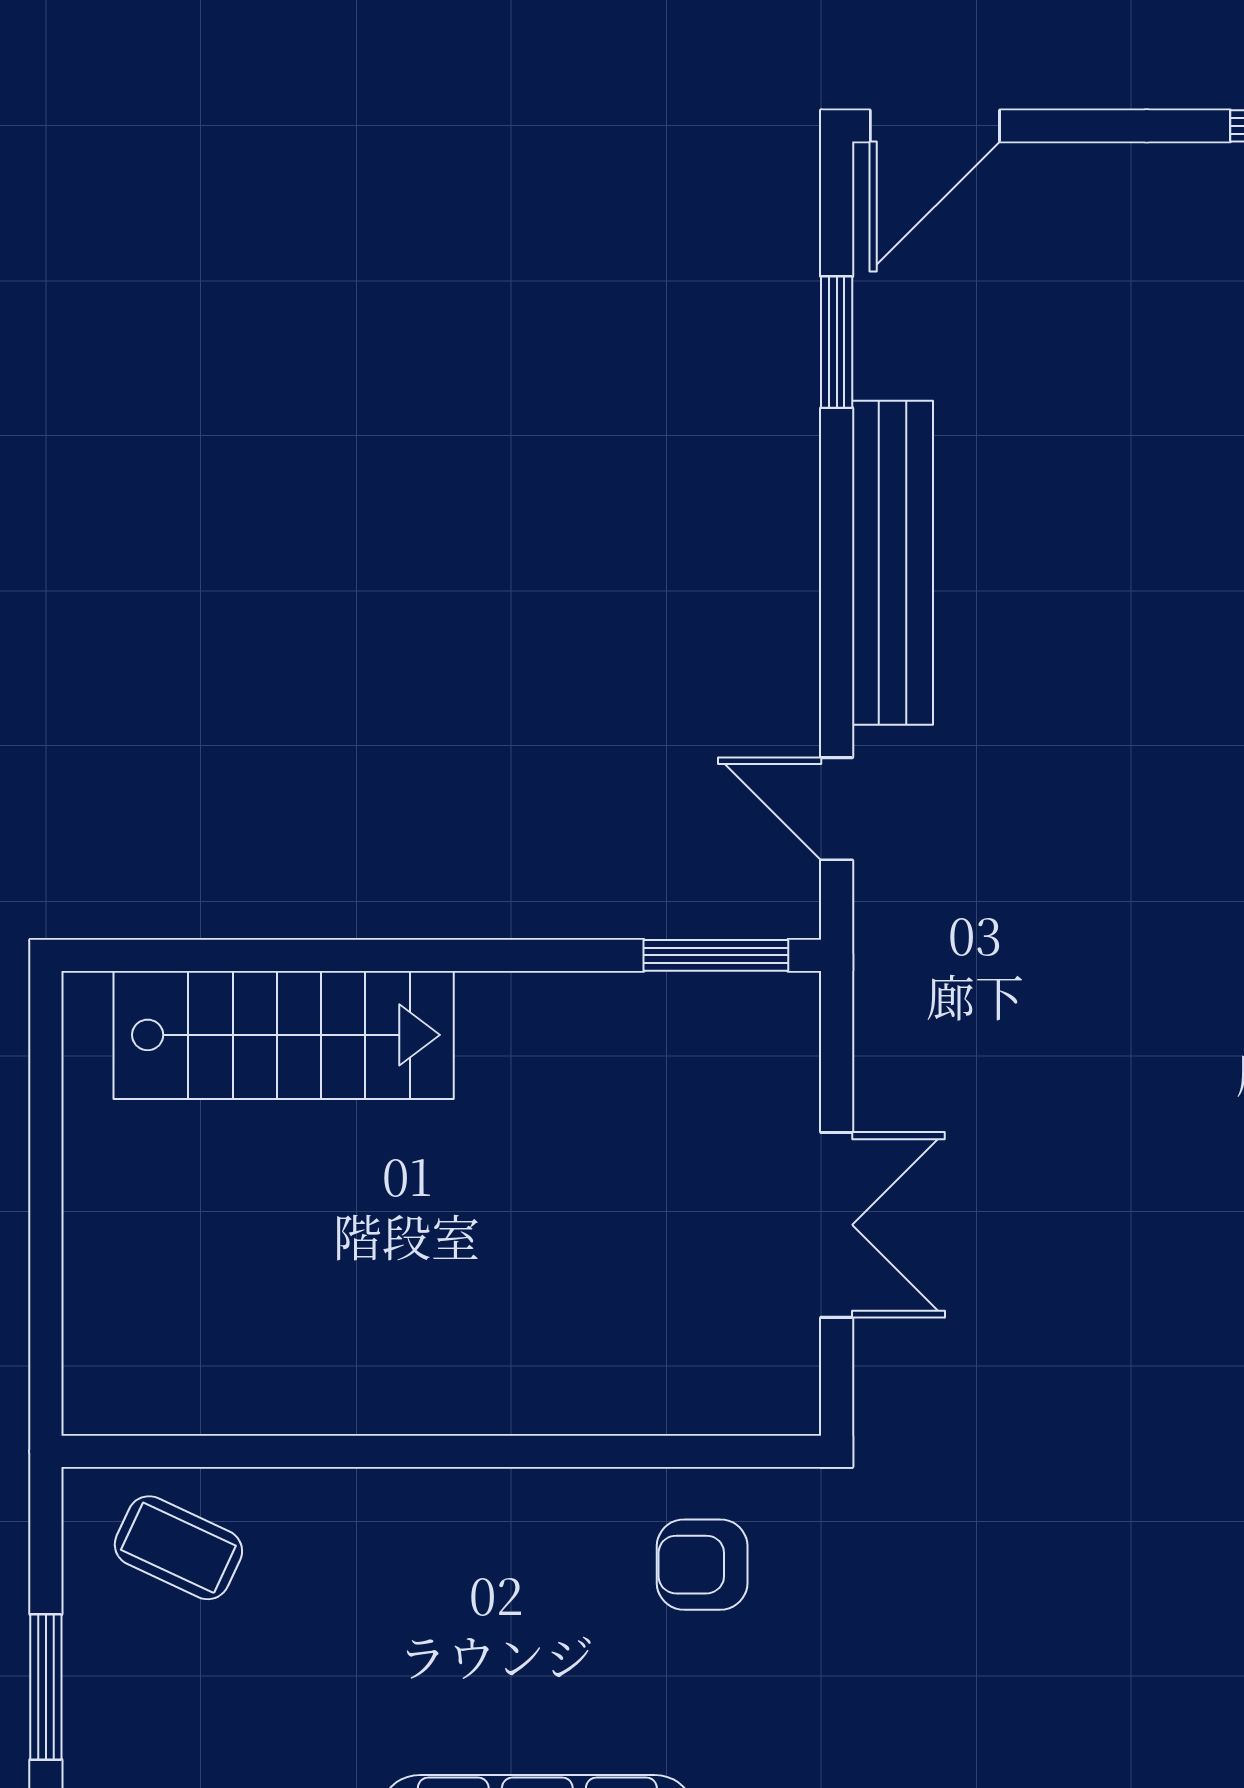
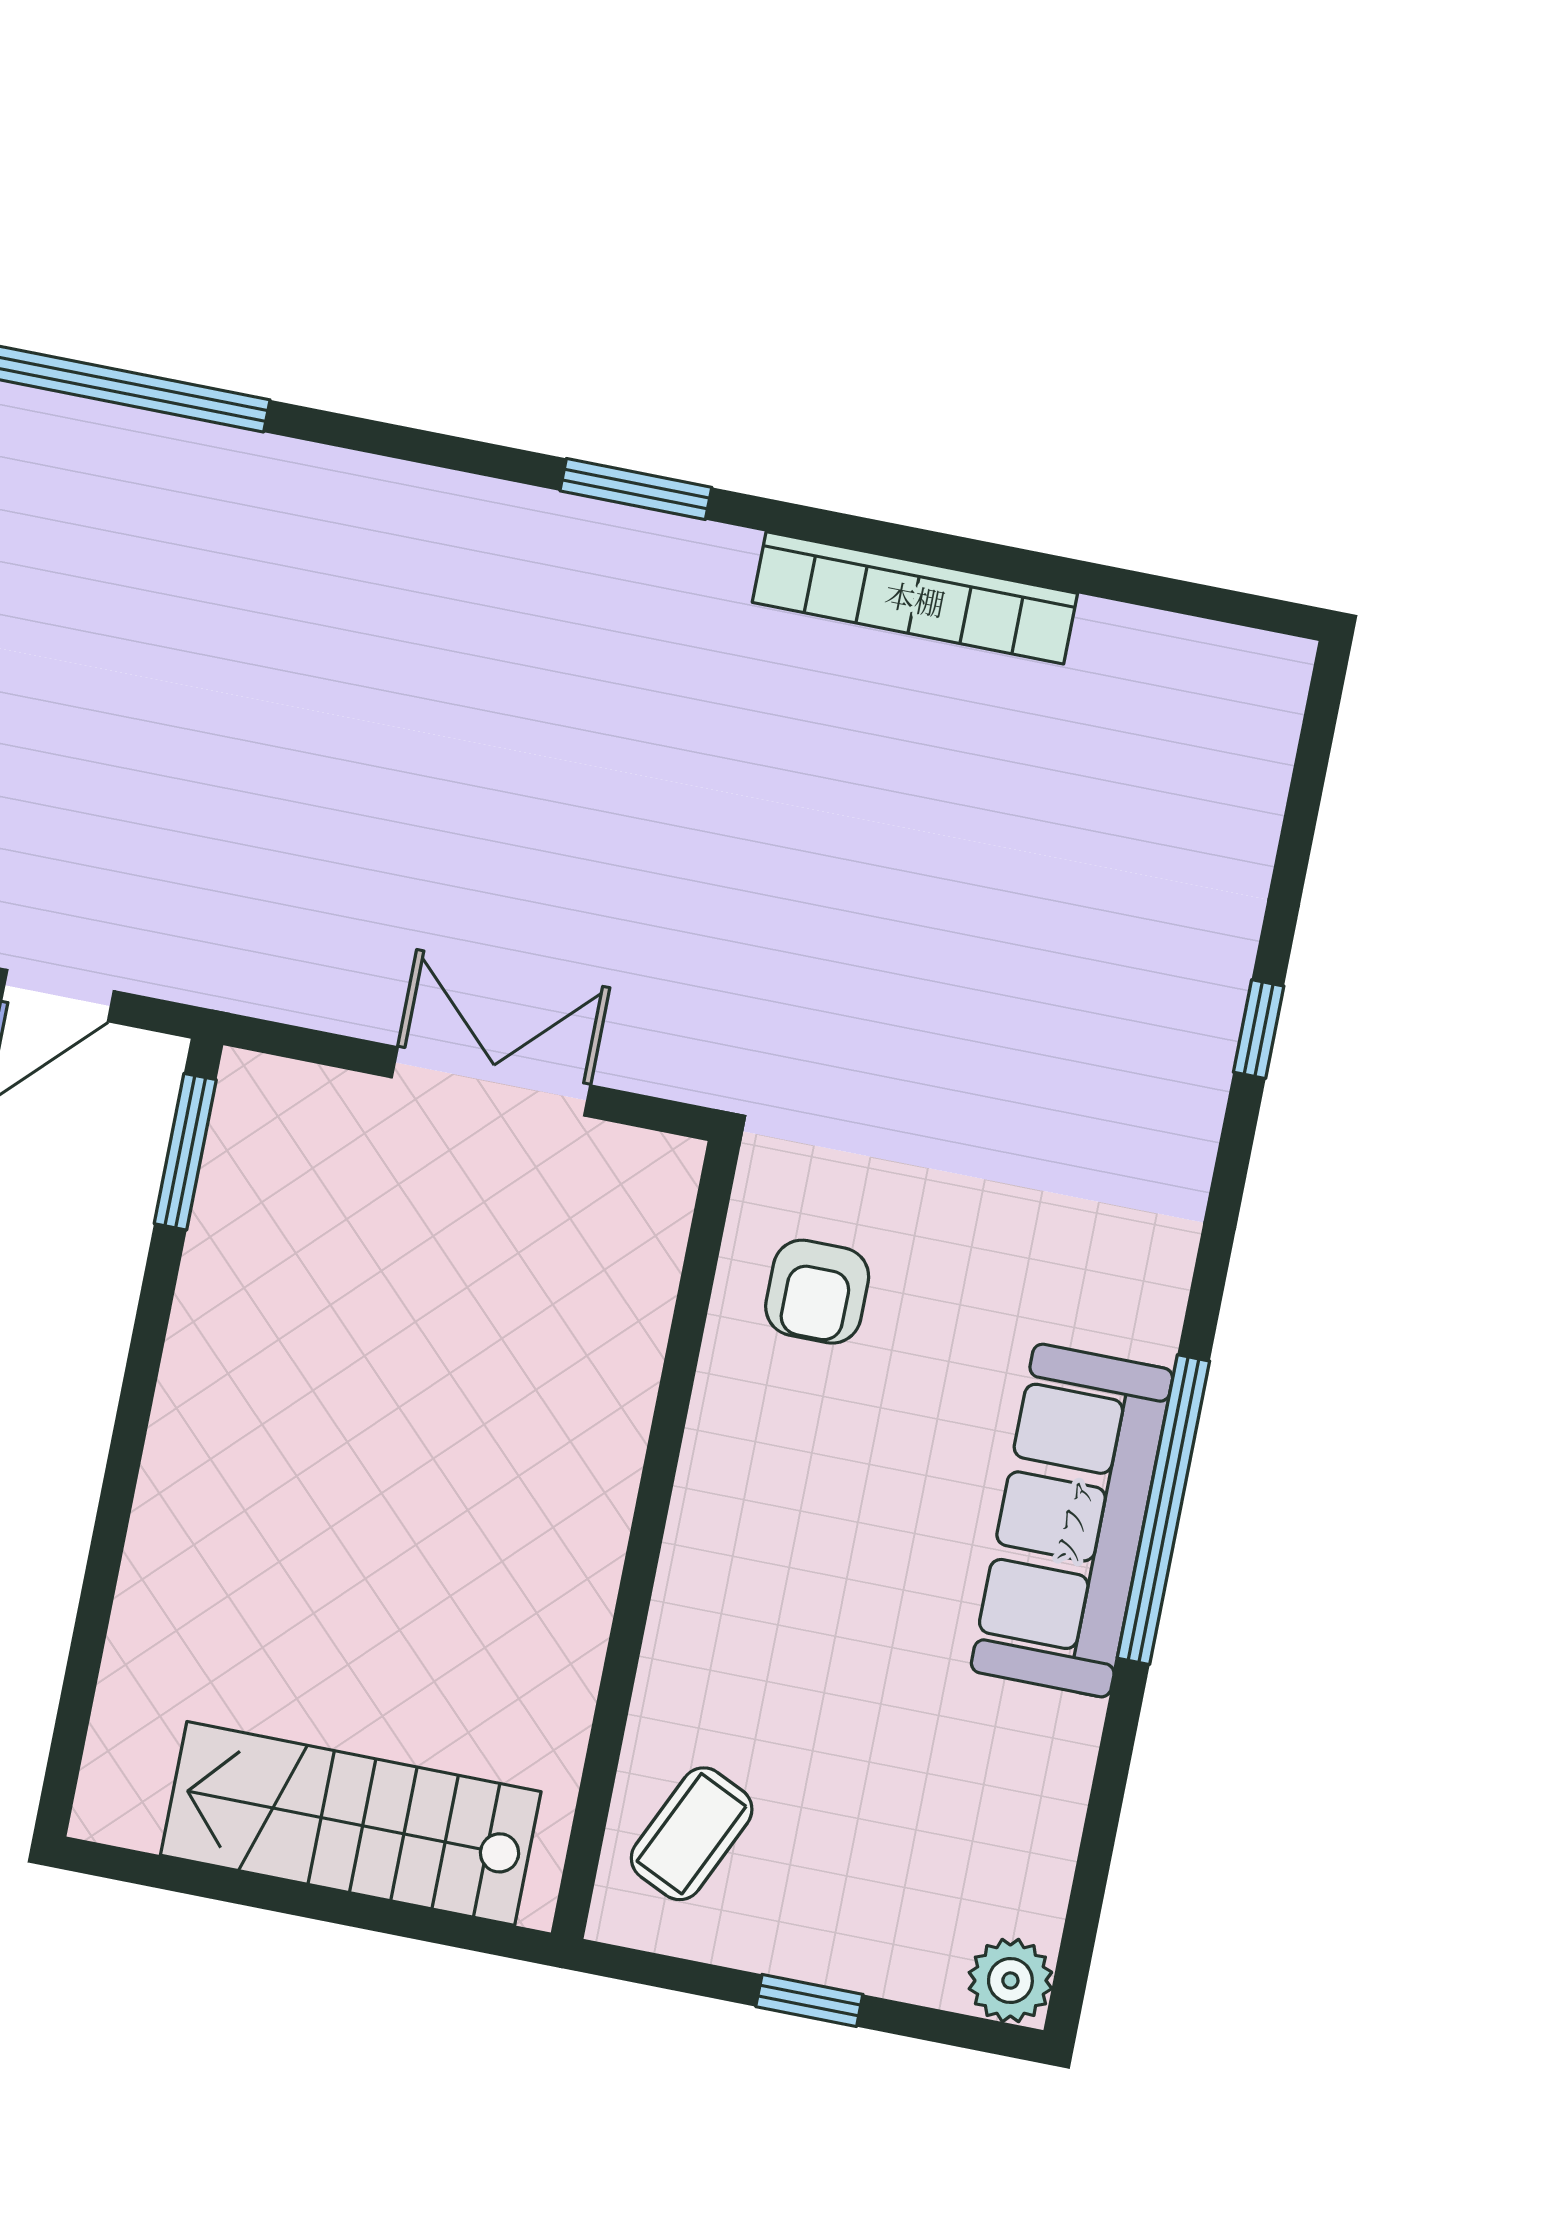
stairs: (284, 1035) -> (351, 1823), moved, turned -90
window: (46, 1687) -> (809, 2000), width x0.67

